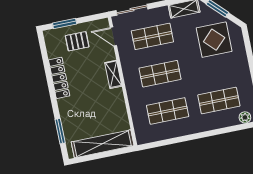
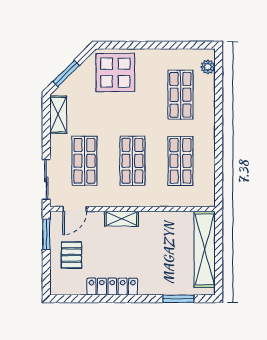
window: (65, 23) -> (46, 234), moved
display table: (214, 40) -> (115, 73), moved

